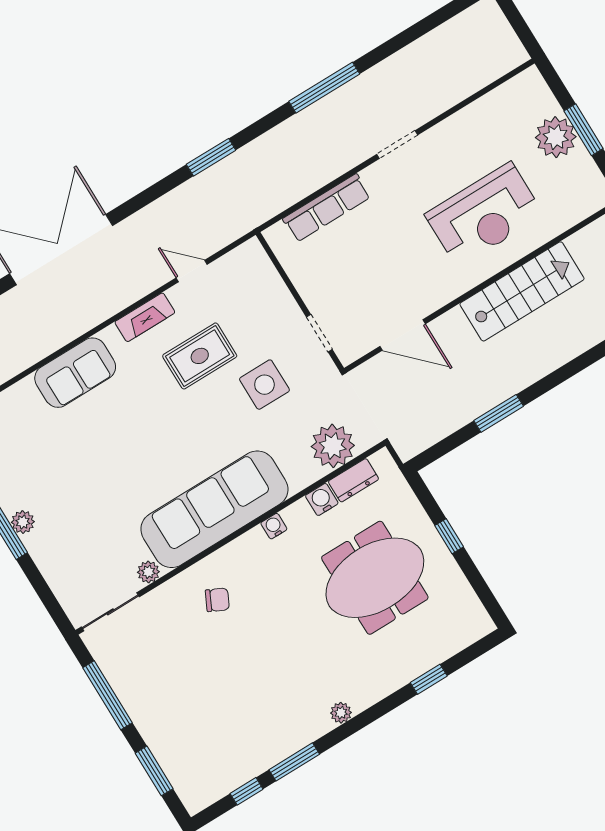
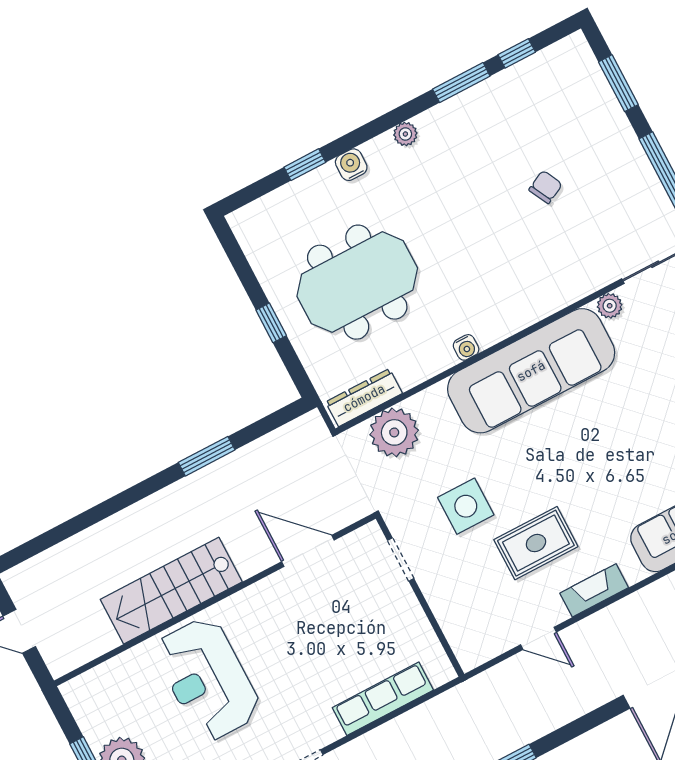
reception desk: (484, 215) -> (207, 679), turned -90
dresser: (353, 480) -> (364, 398), width x1.44
water cooler: (322, 499) -> (351, 165), moved, turned 180
chair: (217, 600) -> (546, 187), moved, turned 127

